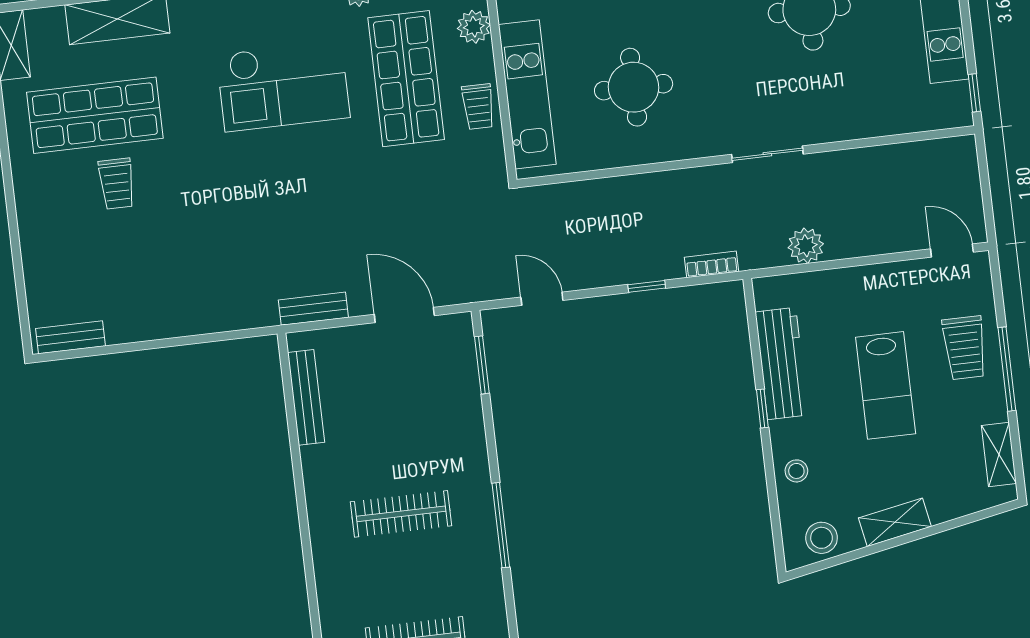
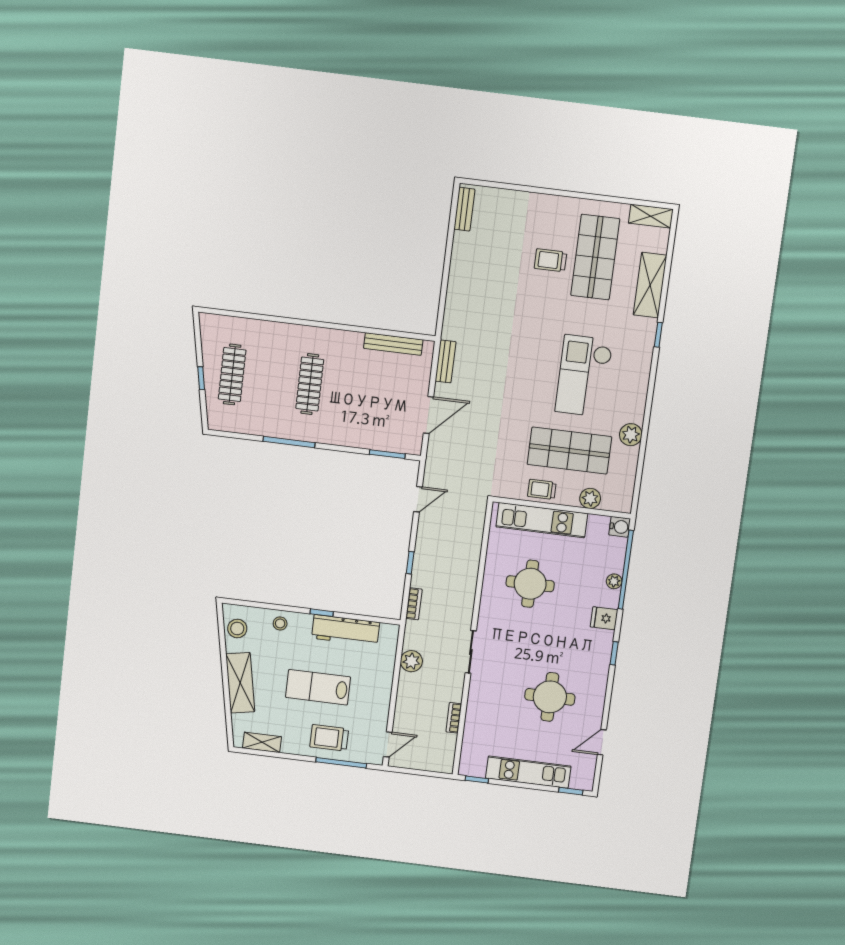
bookcase: (882, 155) -> (454, 718), added
window: (1007, 369) -> (341, 763), moved
shelving: (895, 522) -> (240, 683), width x1.50, depth x1.33

